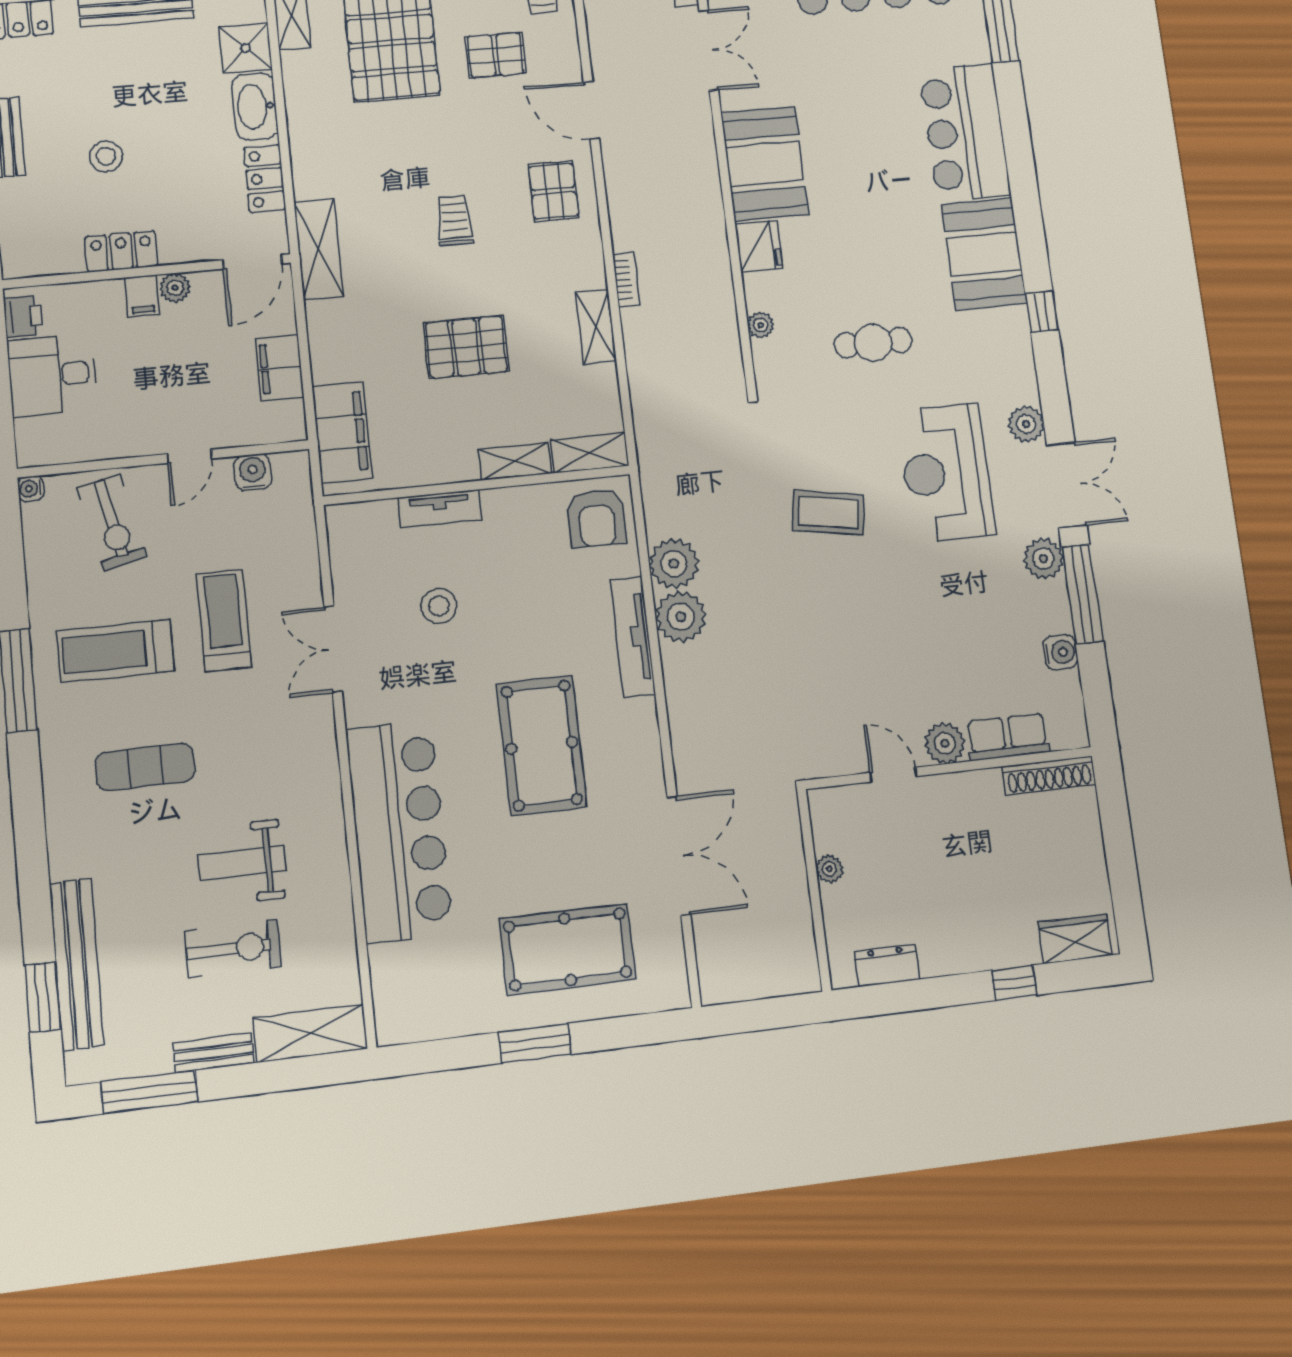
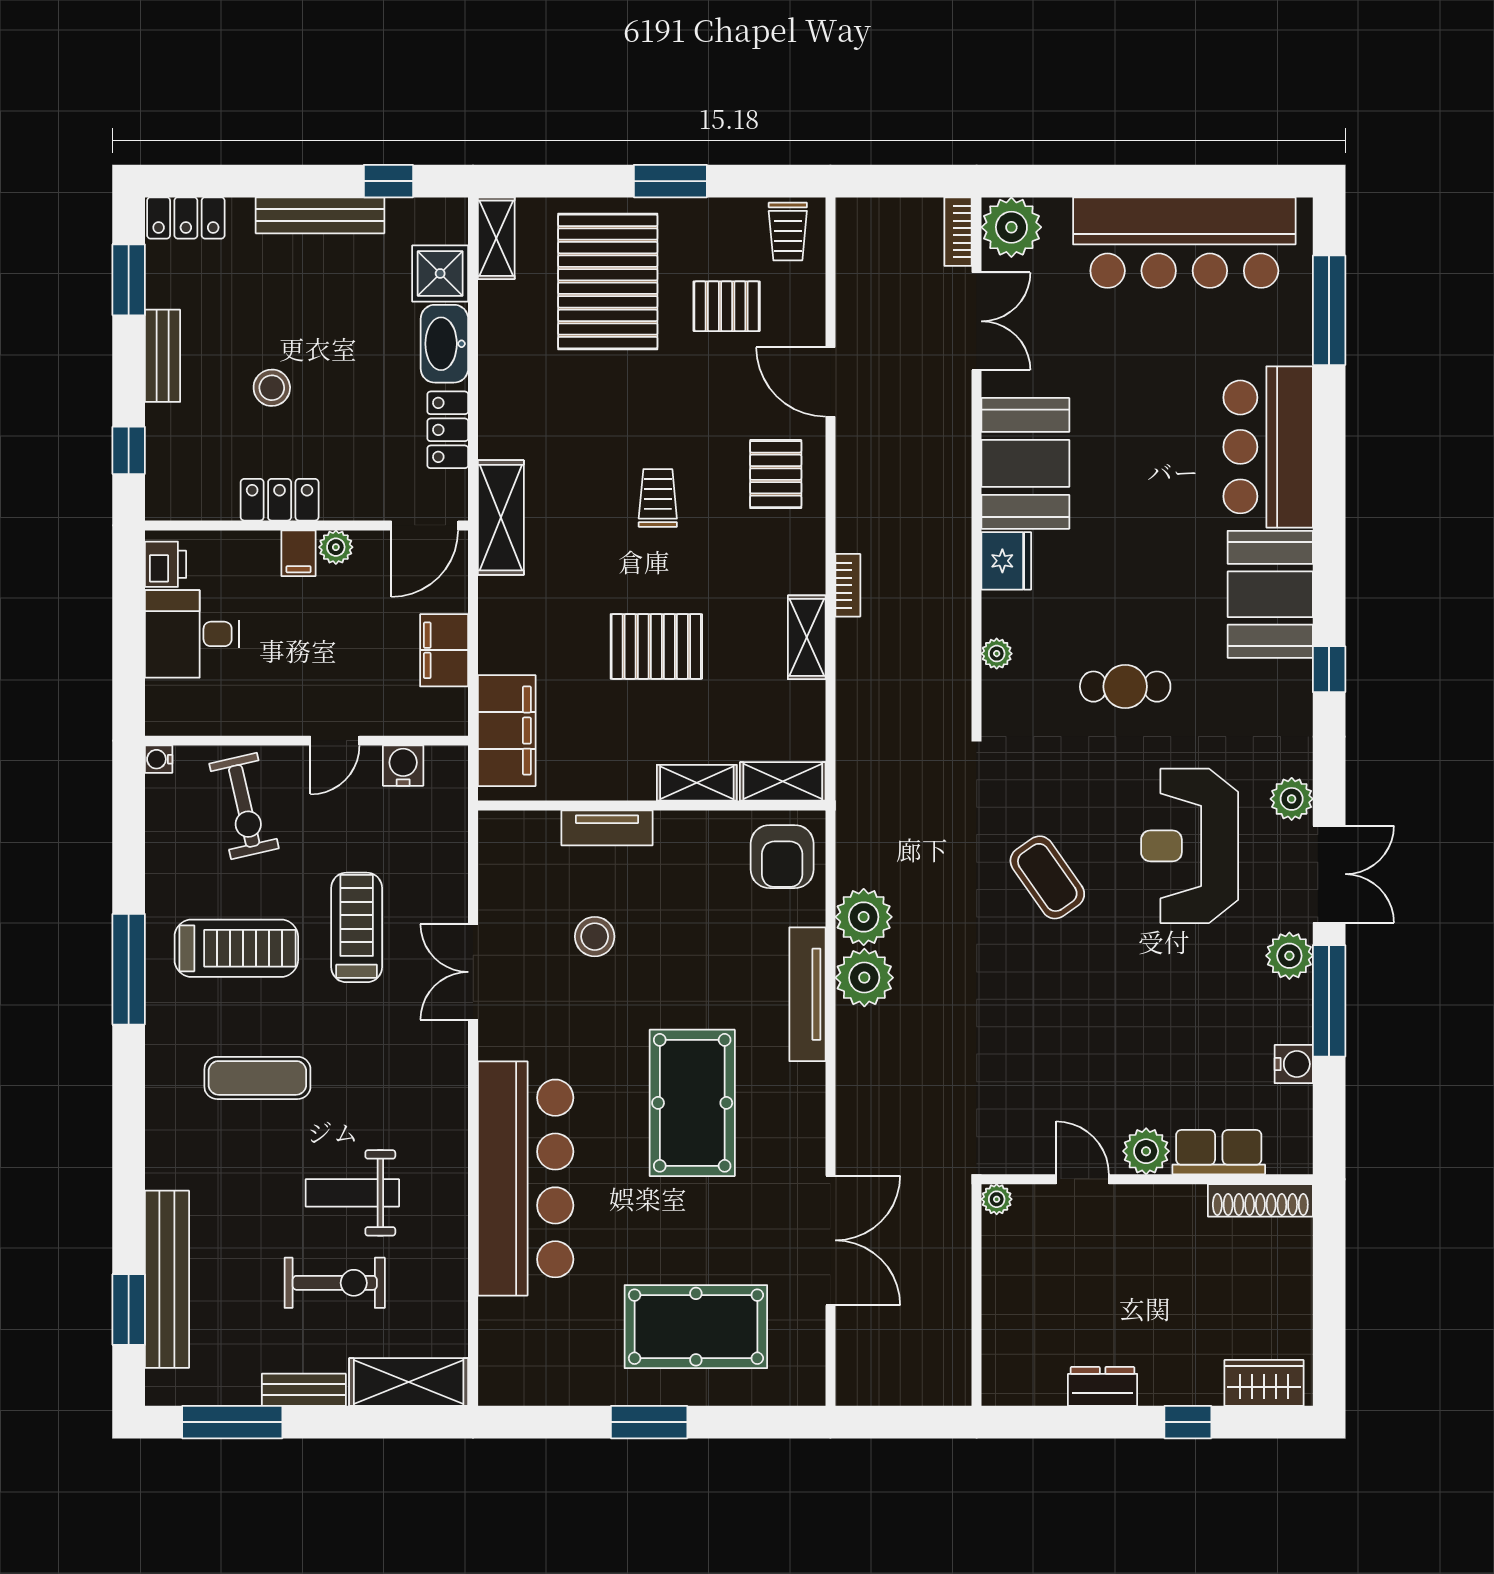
coffee table: (828, 513) -> (1047, 877), turned 46
treadmill: (116, 651) -> (236, 948), turned 180
plant: (829, 869) -> (997, 1199), moved
dresser: (887, 965) -> (1103, 1386), moved

